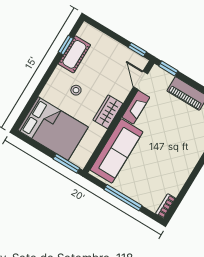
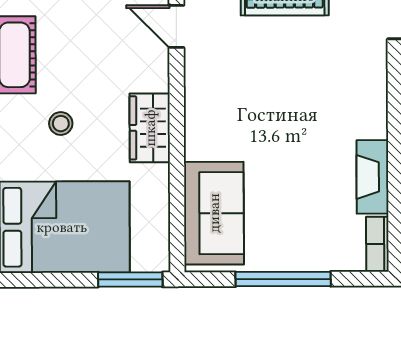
fireplace: (136, 107) -> (372, 177), moved, turned 180
sofa: (116, 151) -> (214, 213), width x0.73

